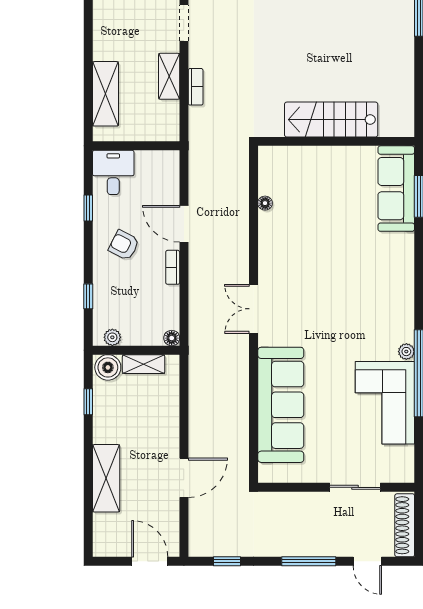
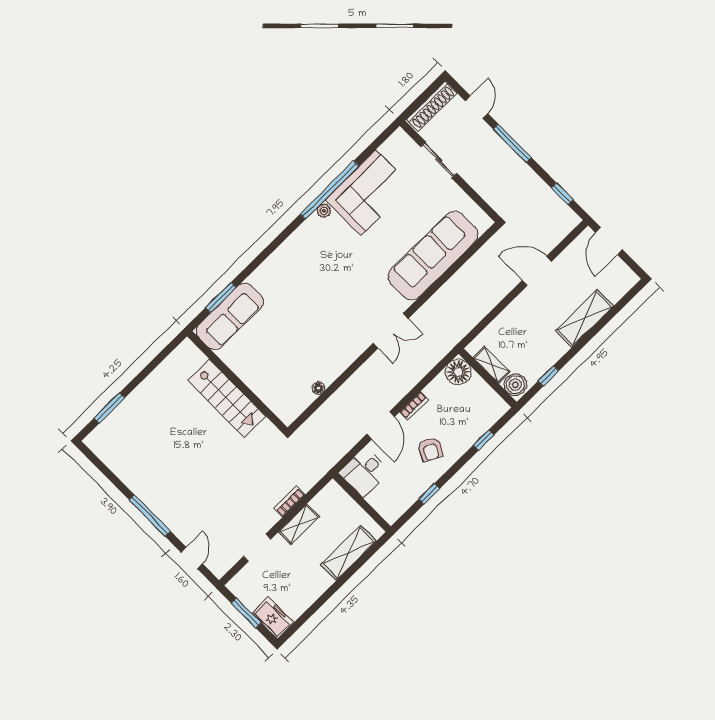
desk: (113, 172) -> (364, 472), moved
plant: (112, 337) -> (494, 400), removed
floor lamp: (172, 338) -> (458, 372), width x1.89, depth x1.89

